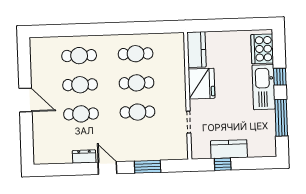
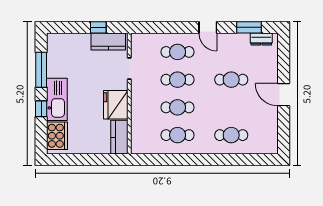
cafe table: (80, 85) -> (178, 52), moved
kitchen counter: (229, 149) -> (108, 42), moved
dresser: (84, 157) -> (261, 39), moved
window: (148, 167) -> (249, 27), moved

